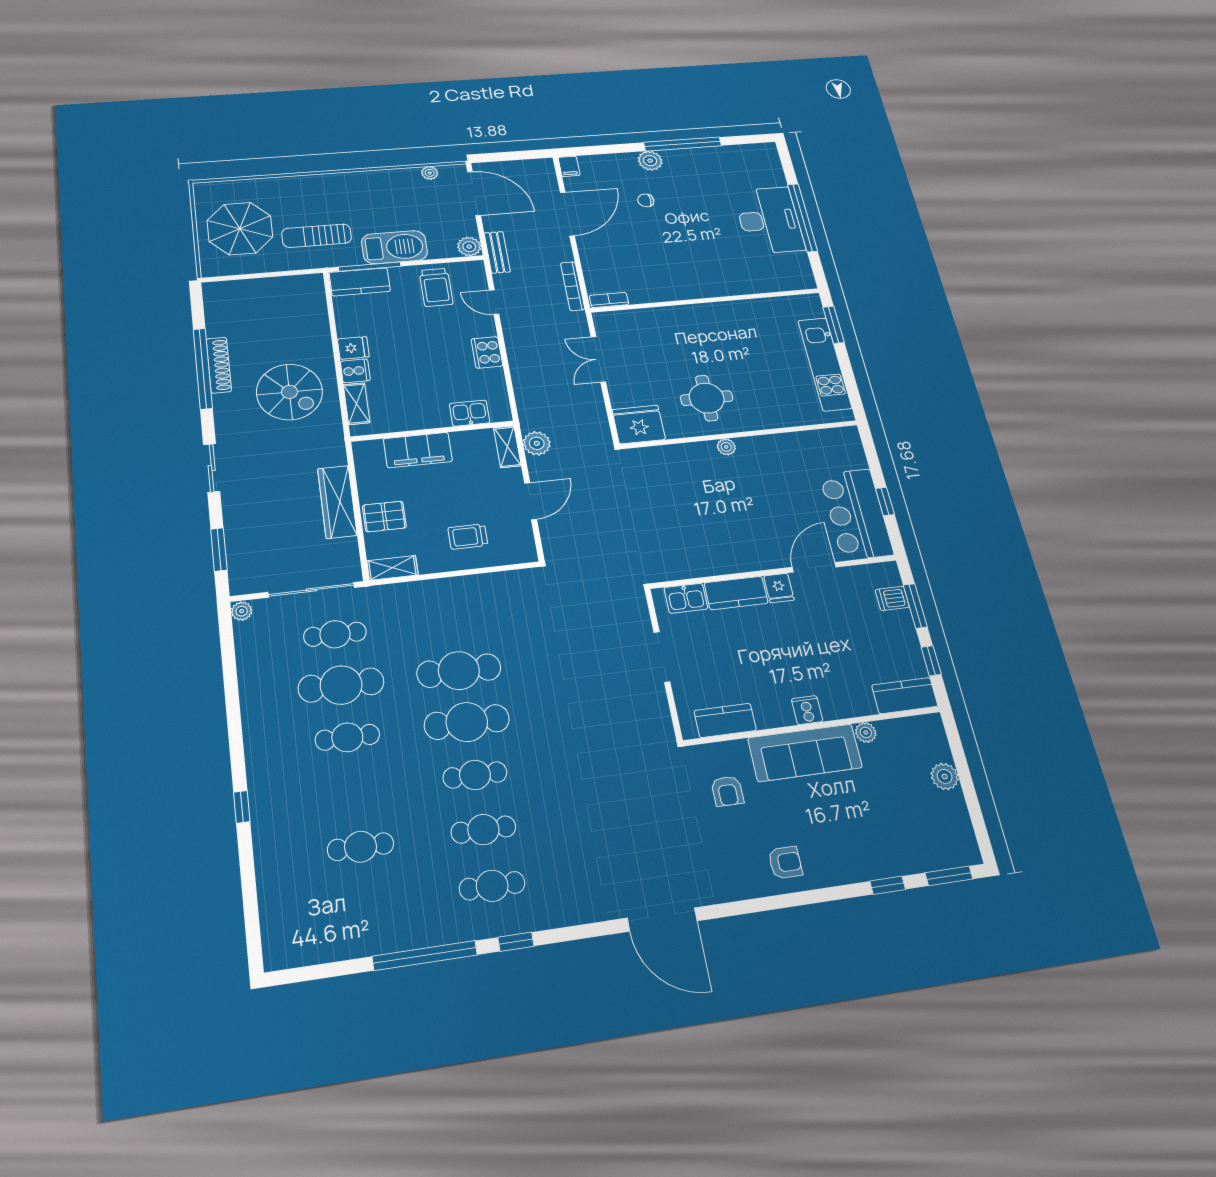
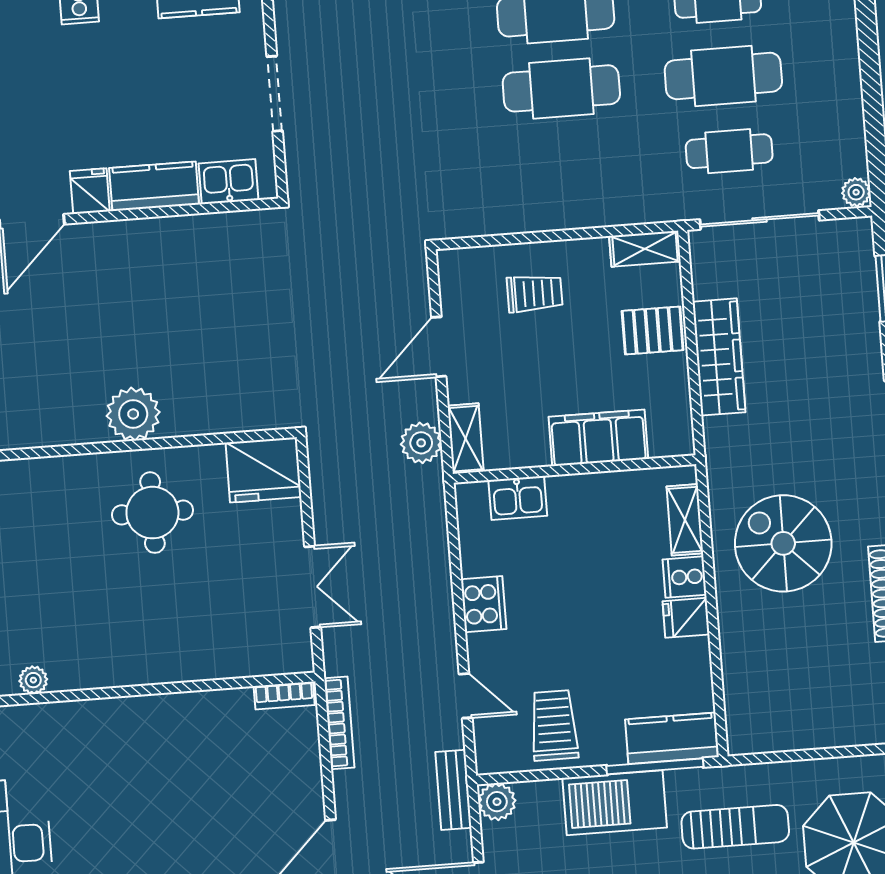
plant: (766, 305) -> (33, 680), added
plant: (726, 447) -> (133, 414), width x1.88, depth x1.88

